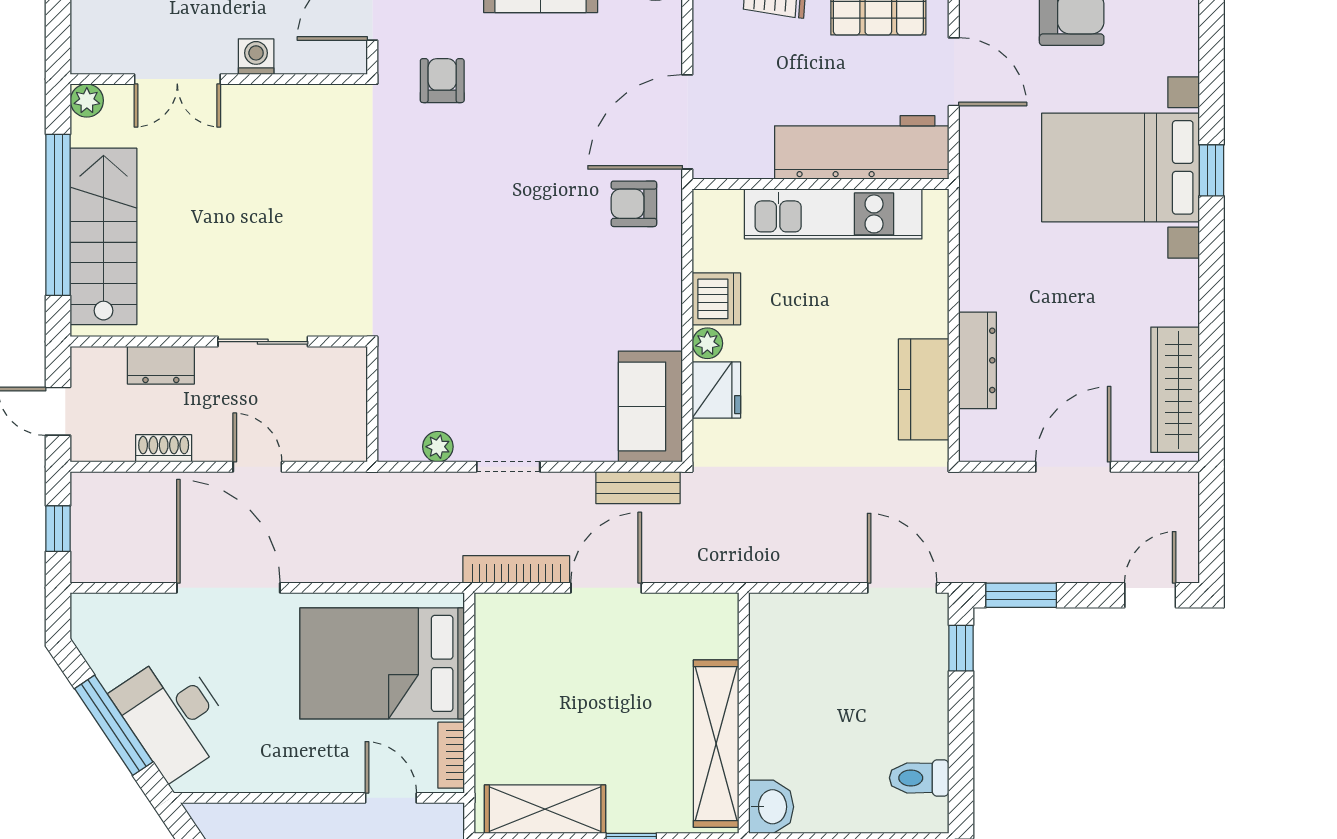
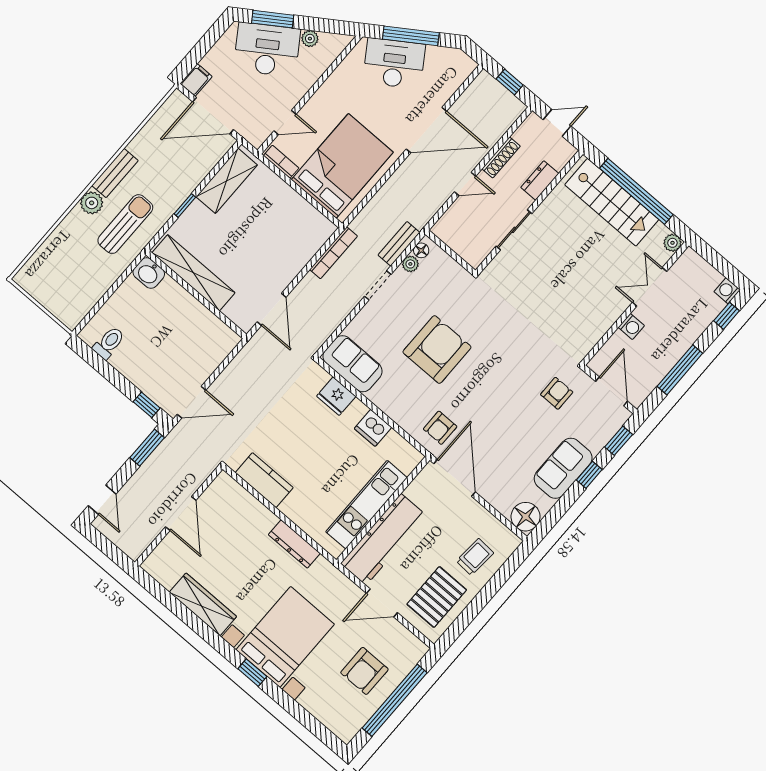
armchair: (442, 81) -> (557, 393), turned -90
armchair: (634, 204) -> (440, 428), turned 180
armchair: (527, 304) -> (437, 350), added
plant: (707, 343) -> (358, 409), removed
dresser: (978, 360) -> (294, 544), moved
wardrobe: (1175, 390) -> (203, 604), moved
shoe rack: (164, 448) -> (501, 157), width x1.43
floor lamp: (405, 448) -> (421, 250), added
bench: (638, 488) -> (399, 244), moved
door: (606, 588) -> (272, 309), moved

